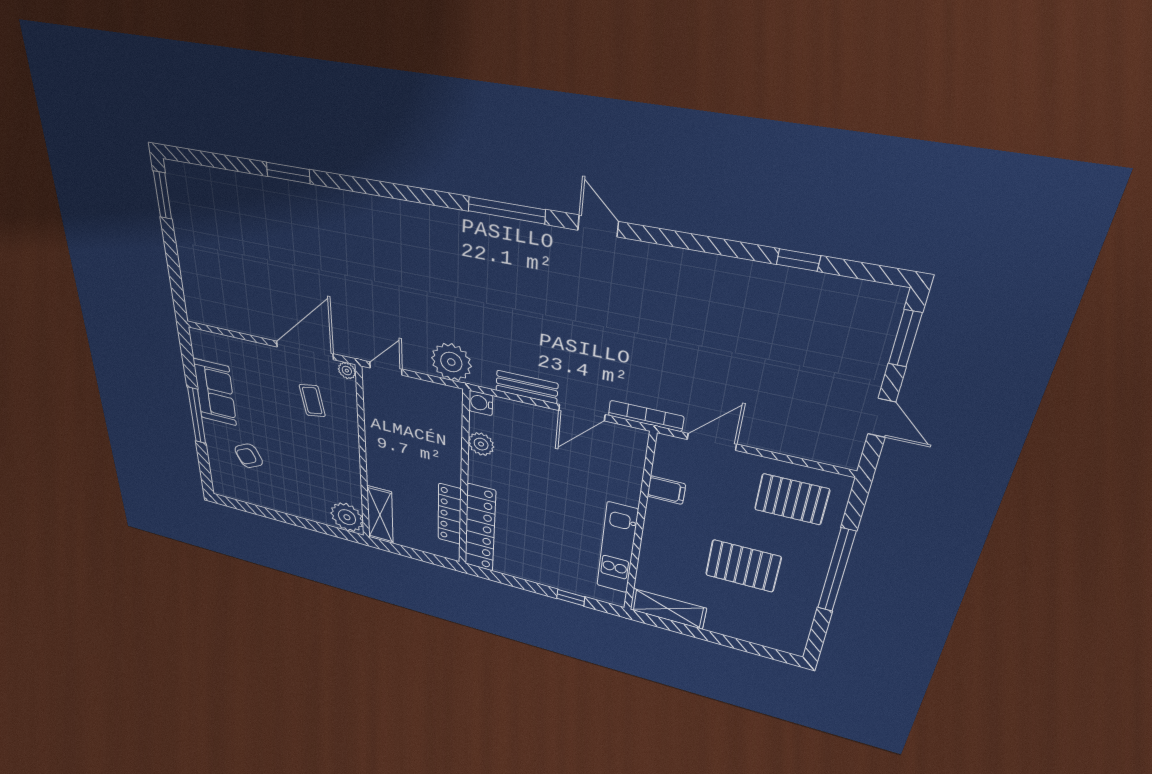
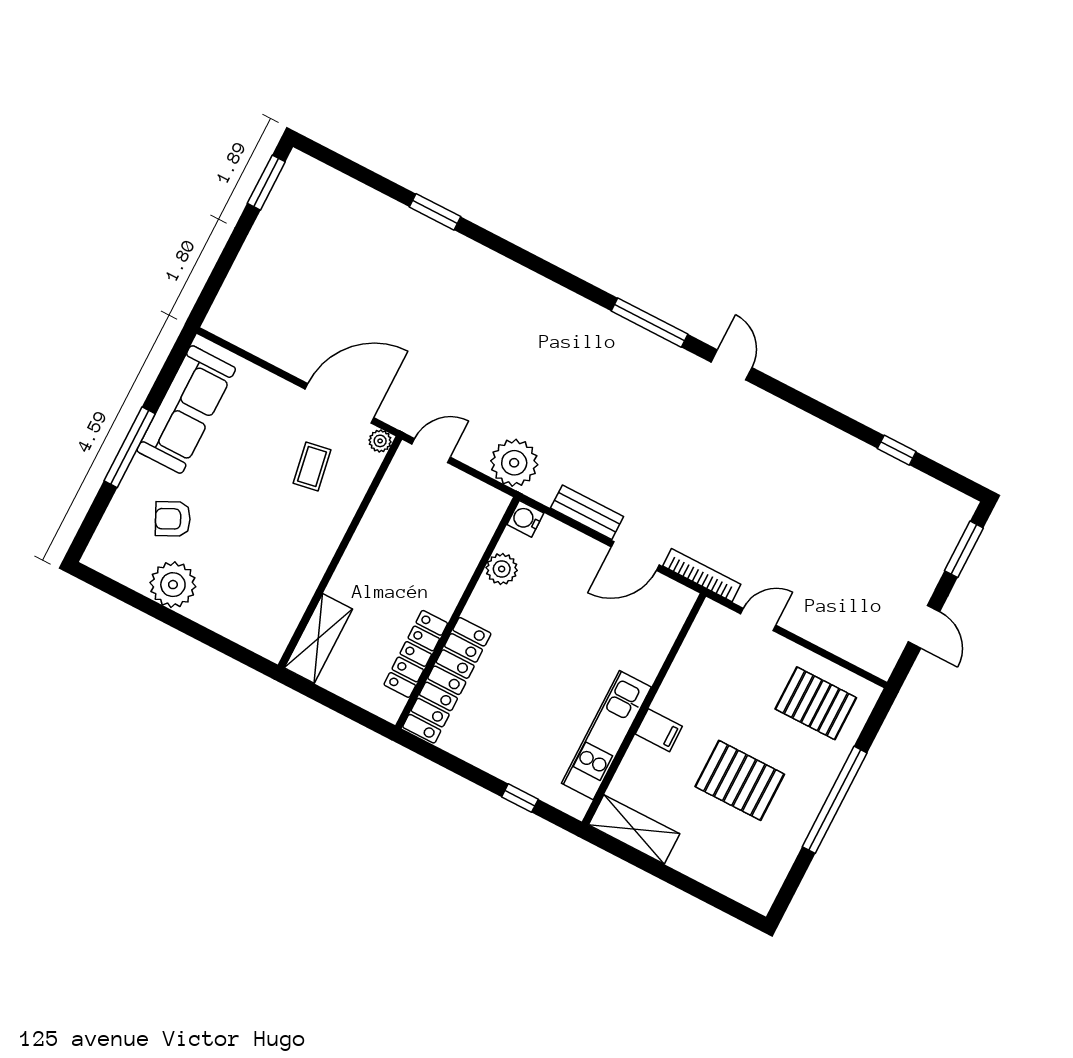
sofa: (215, 392) -> (186, 410), width x1.36
door: (712, 442) -> (758, 619), width x0.73
filing cabinet: (666, 490) -> (659, 730), moved
plant: (347, 517) -> (173, 585), moved

